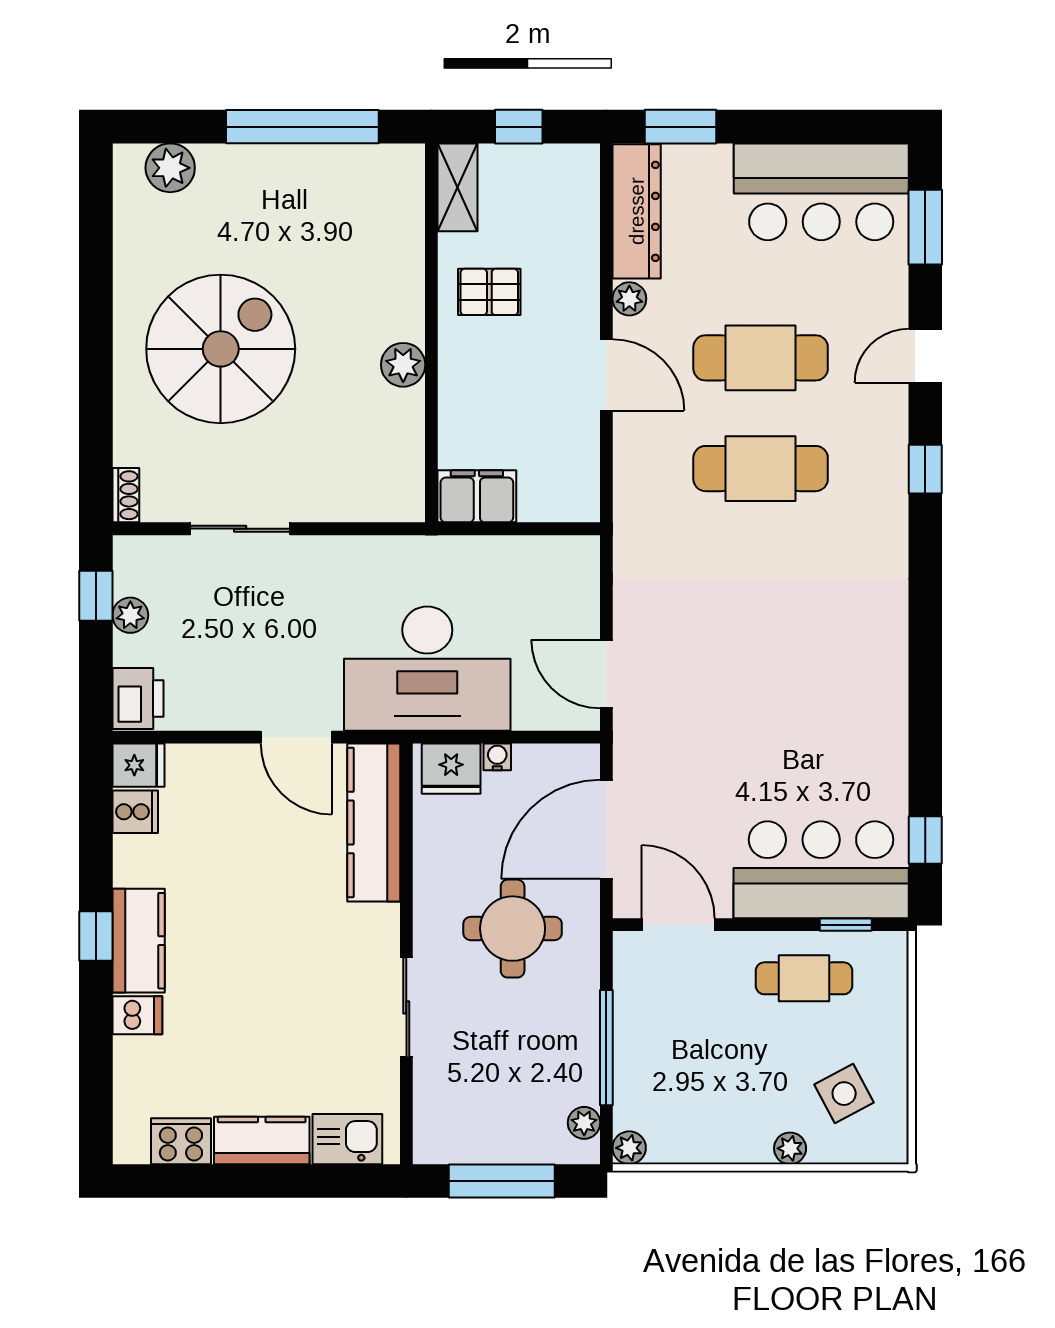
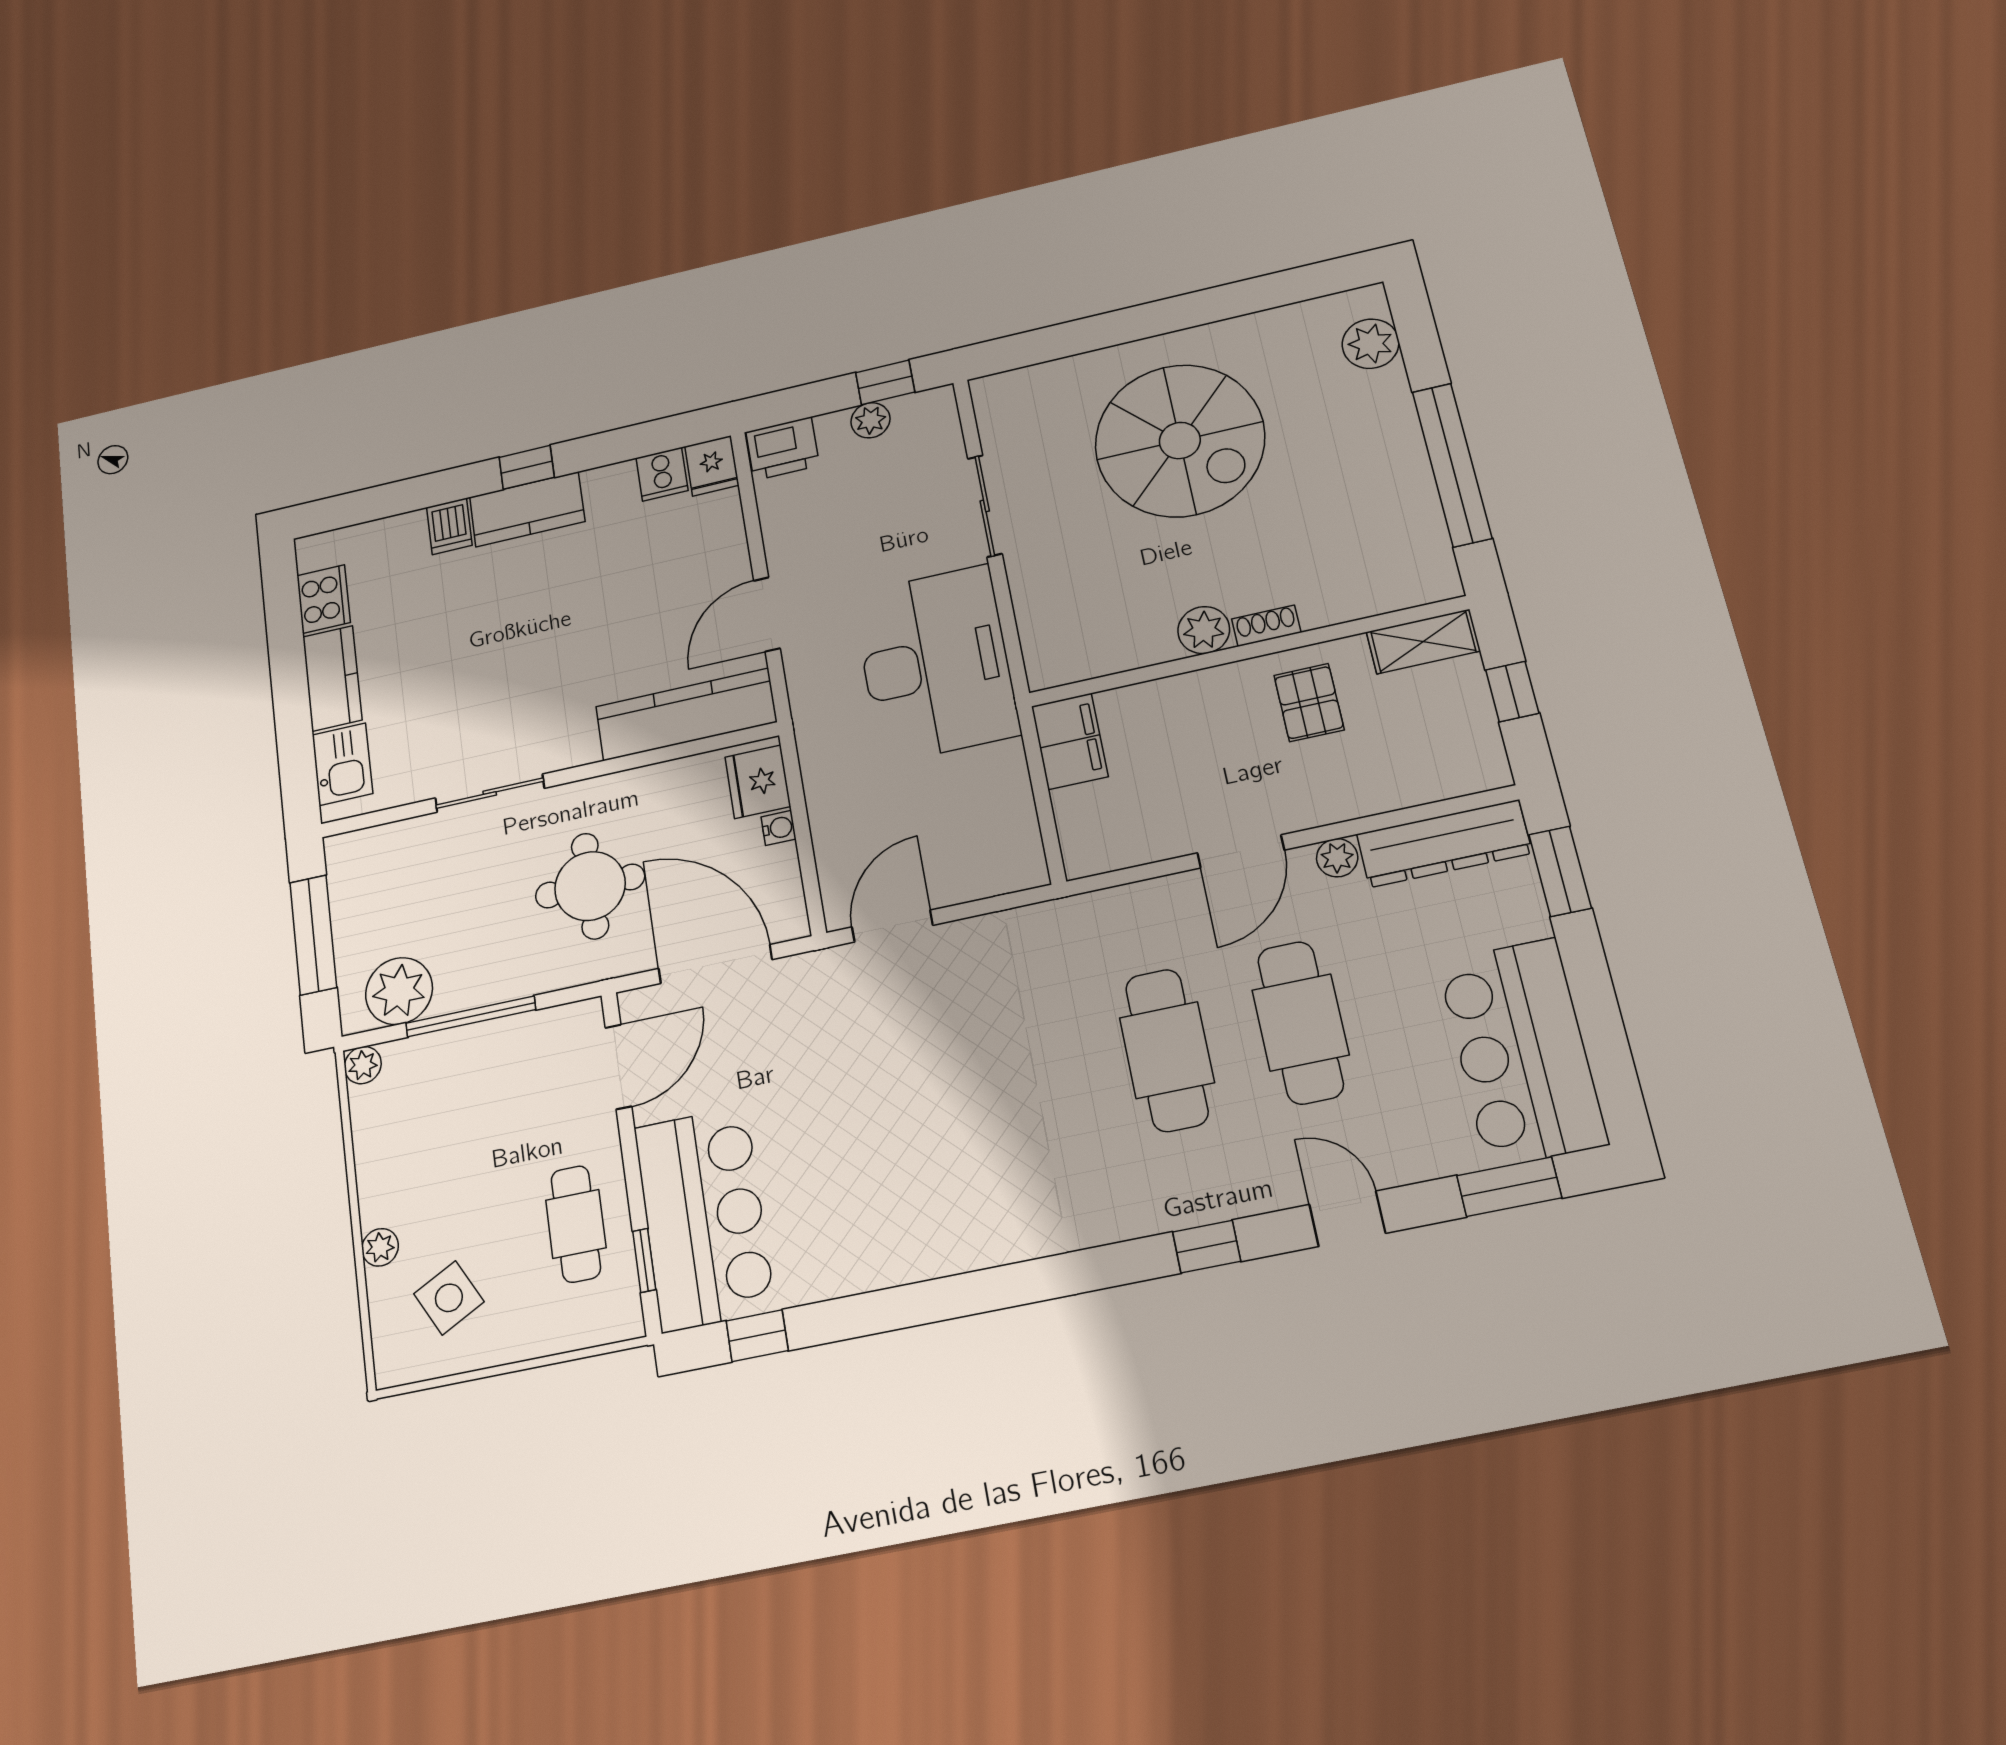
shoe rack: (126, 495) -> (1266, 626), moved, turned 180
desk: (427, 669) -> (936, 664), moved, turned 180
plant: (584, 1123) -> (399, 991), width x1.88, depth x1.88

